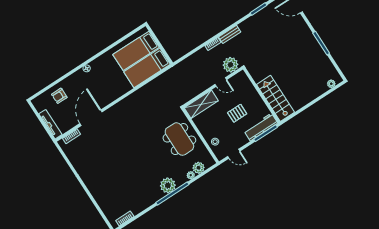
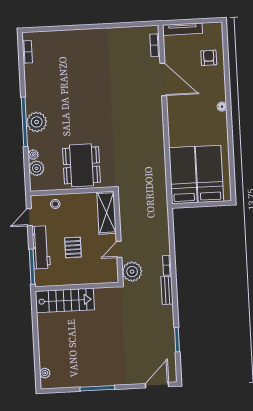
workbench: (261, 127) -> (41, 247), moved
dining table: (179, 139) -> (81, 165), turned 90

